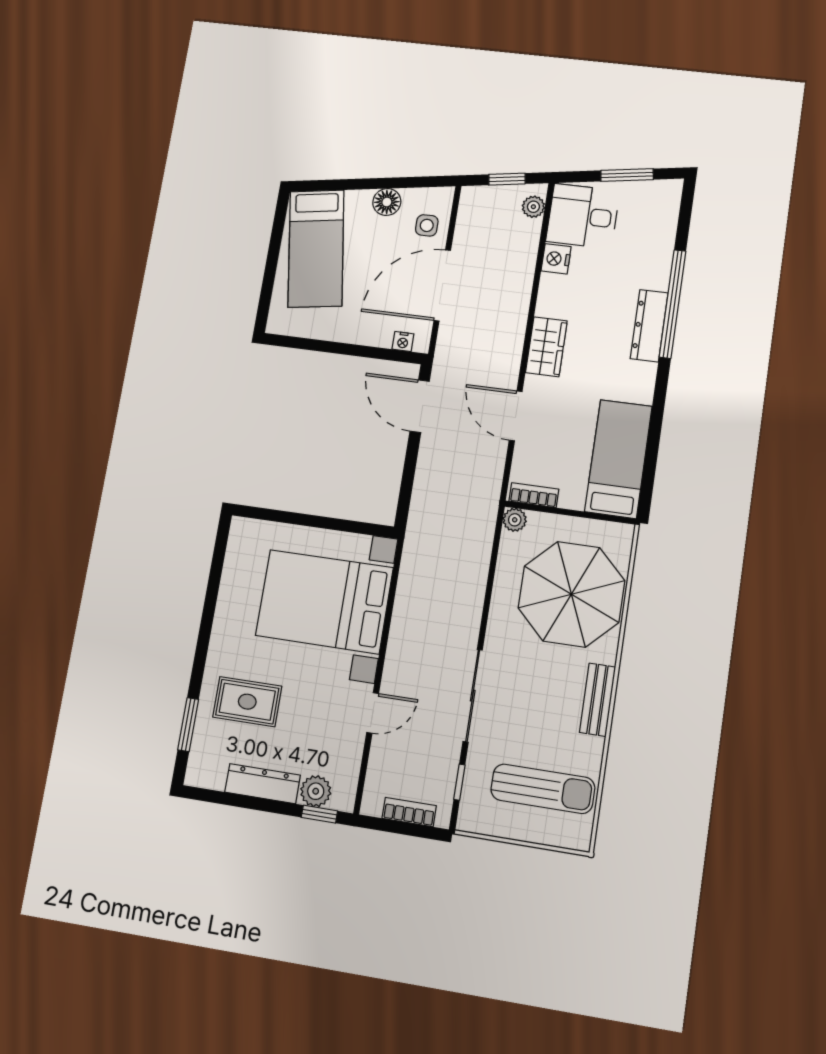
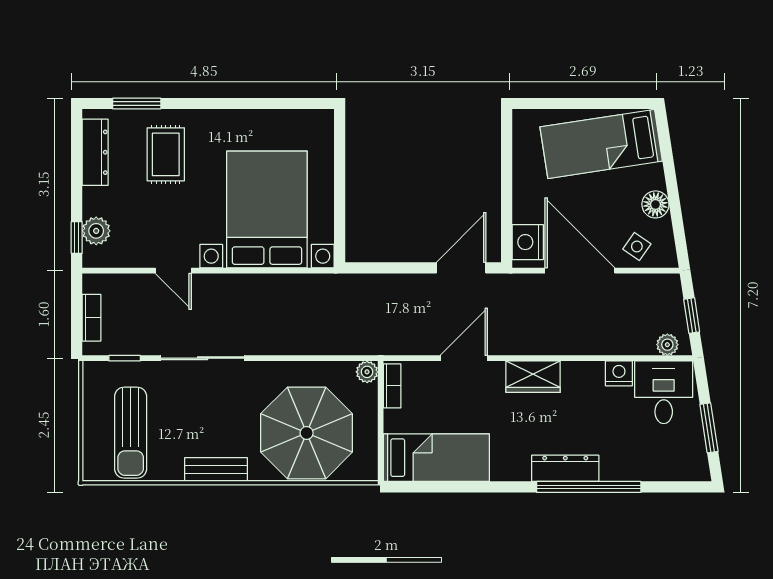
side table: (427, 225) -> (637, 246), turned 35
nightstand: (403, 341) -> (528, 242), width x1.89, depth x1.79
dresser: (263, 784) -> (95, 152), moved

